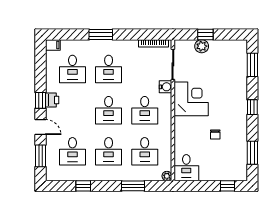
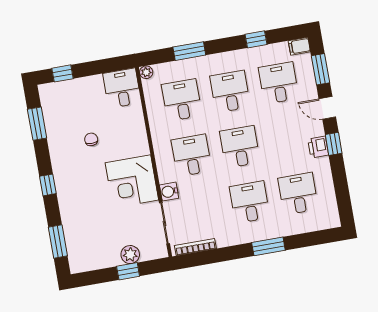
filing cabinet: (53, 45) -> (299, 46), moved

